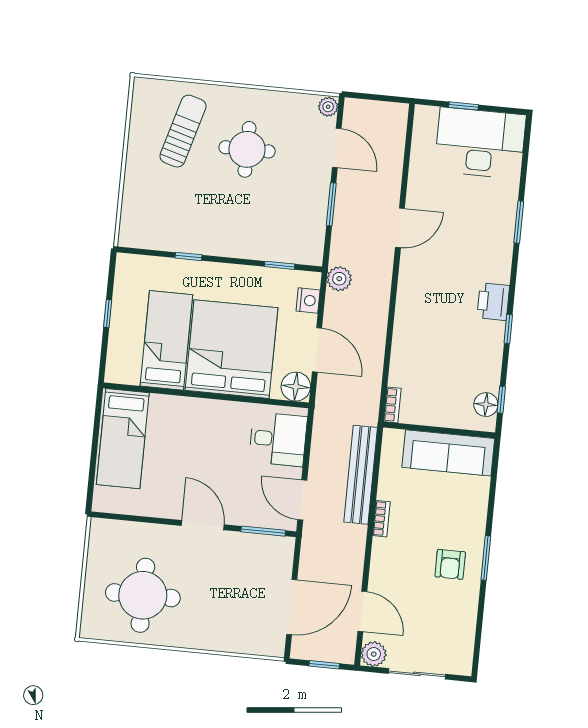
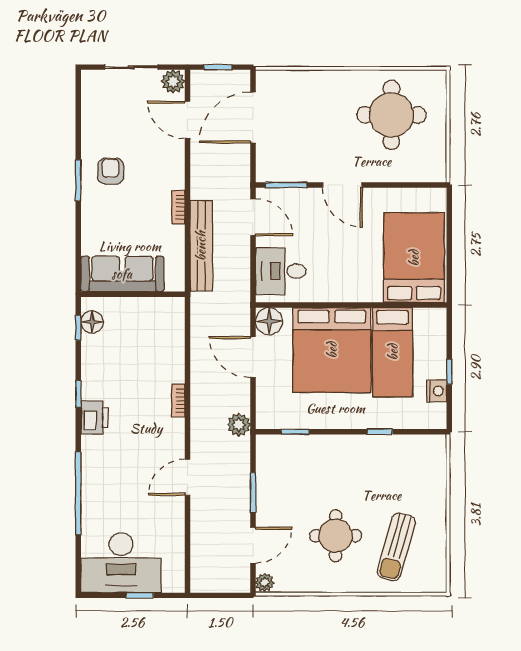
door: (337, 148) -> (253, 545), swing flipped
window: (519, 222) -> (78, 493), width x2.11
nightstand: (308, 300) -> (437, 391), moved, turned 180
bookcase: (392, 405) -> (178, 401), moved
bed: (123, 439) -> (414, 258), width x1.50

